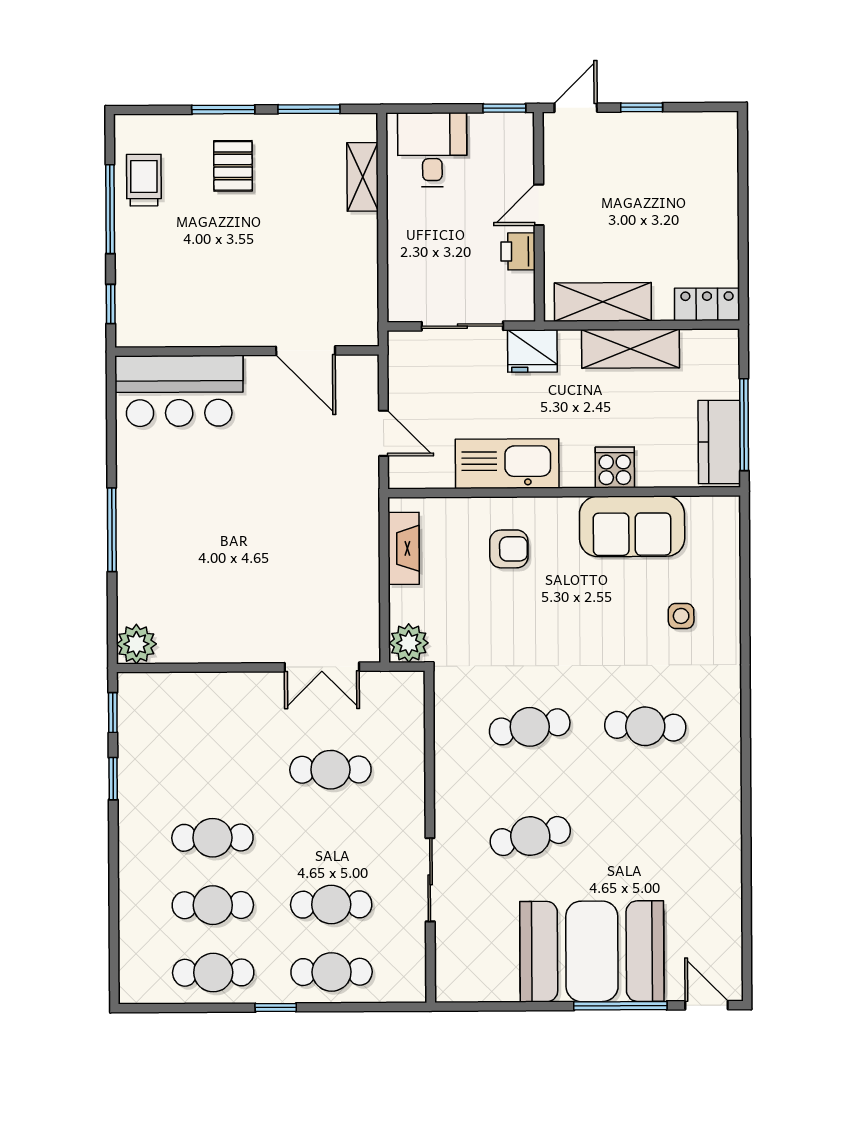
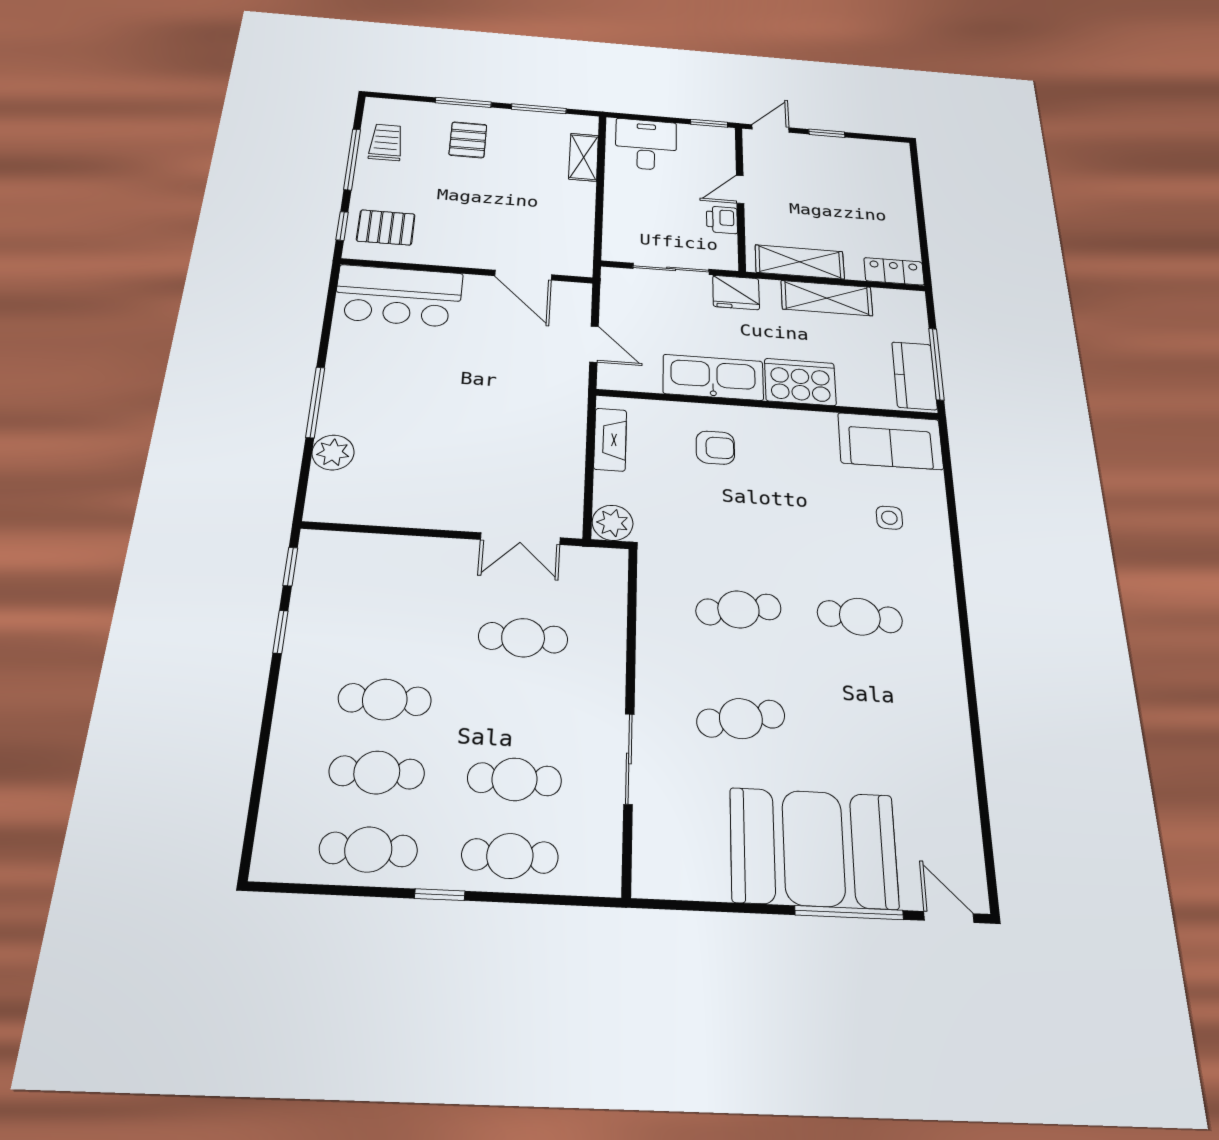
pallet: (156, 301) -> (386, 227), added
cooker: (615, 467) -> (800, 382), width x1.87, depth x1.31
sofa: (632, 526) -> (890, 441), moved
plant: (136, 644) -> (333, 453), moved

